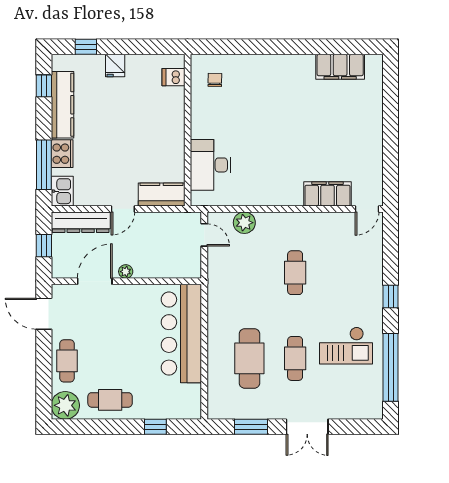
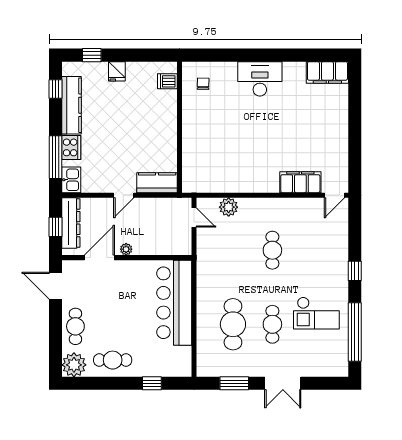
filing cabinet: (340, 67) -> (327, 72), moved
desk: (210, 165) -> (260, 79), moved, turned 90
dresser: (81, 222) -> (71, 223), moved, turned -90

